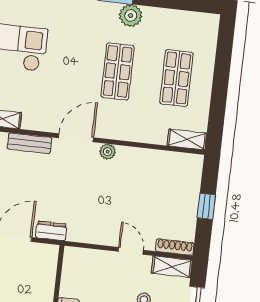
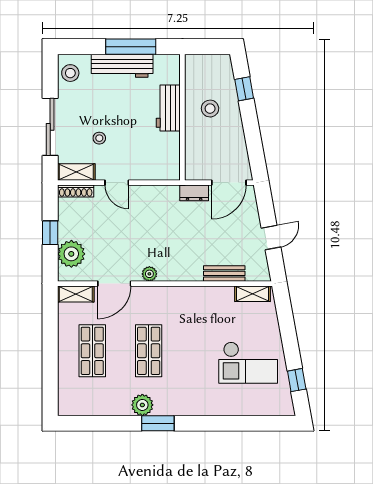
door: (76, 138) -> (114, 284), moved
plant: (187, 182) -> (71, 254), added

